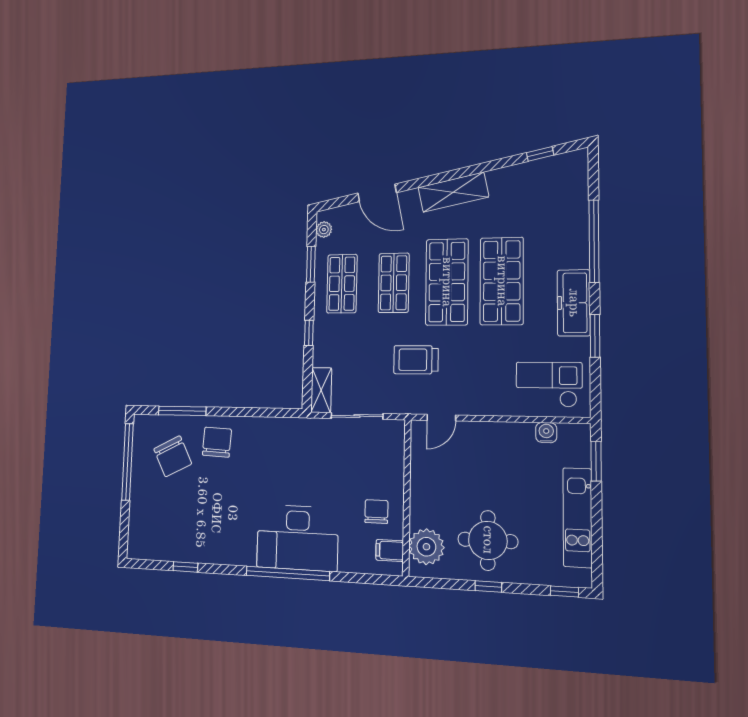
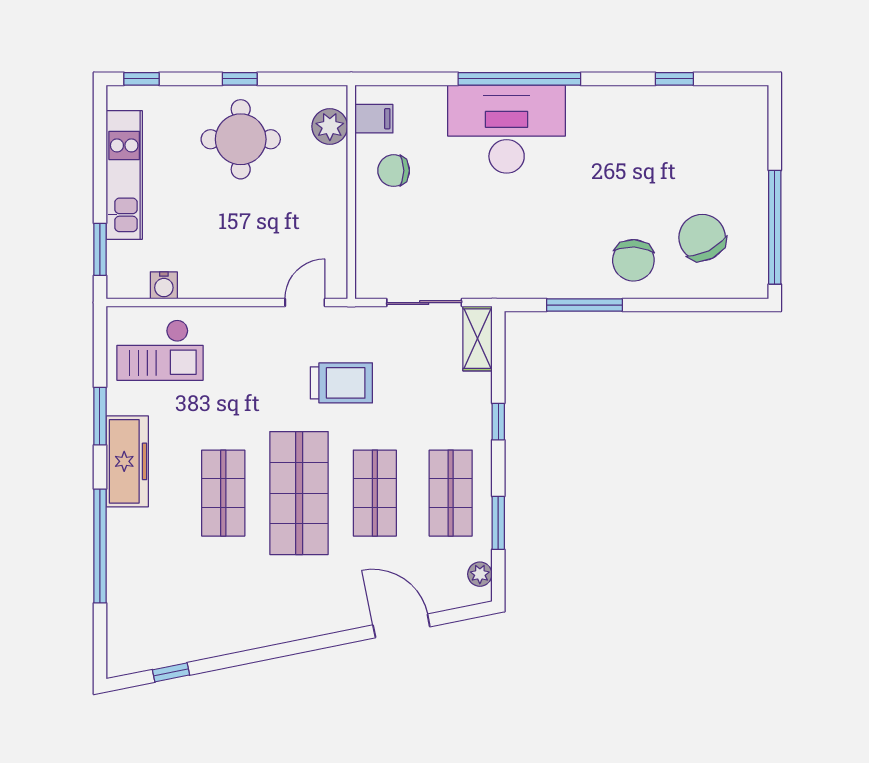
shelving: (453, 192) -> (291, 623), removed
shop shelf: (502, 281) -> (223, 493), width x0.70, depth x0.74
window: (182, 411) -> (584, 305), moved
chair: (376, 512) -> (394, 171), turned 90
plant: (426, 547) -> (330, 126), width x0.73, depth x0.73

